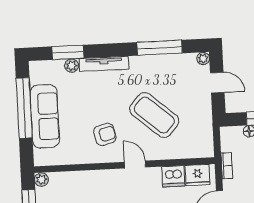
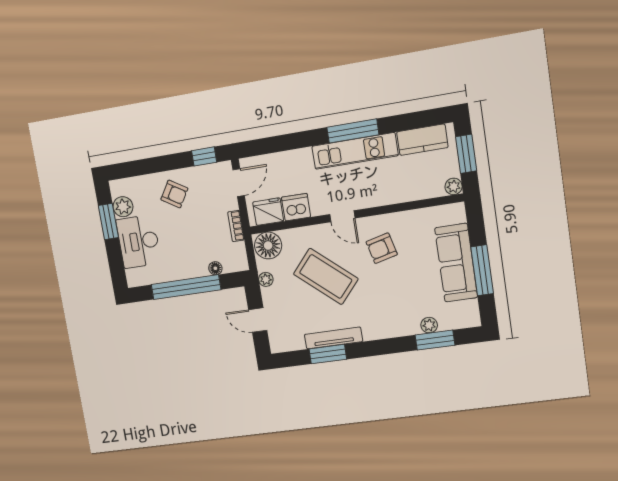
window: (160, 48) -> (328, 354), width x0.69
plant: (203, 58) -> (266, 279), moved
tv unit: (104, 64) -> (333, 338), moved
window: (24, 108) -> (482, 270), width x0.68
floor lamp: (201, 146) -> (268, 245), added

